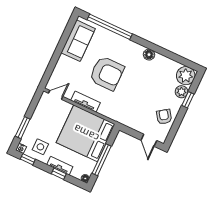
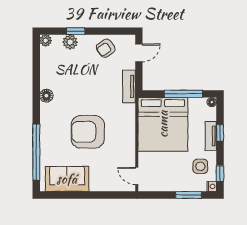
armchair: (107, 73) -> (88, 132), turned -90
plant: (186, 76) -> (46, 41), width x0.53, depth x0.53
tv unit: (85, 102) -> (129, 86), moved

